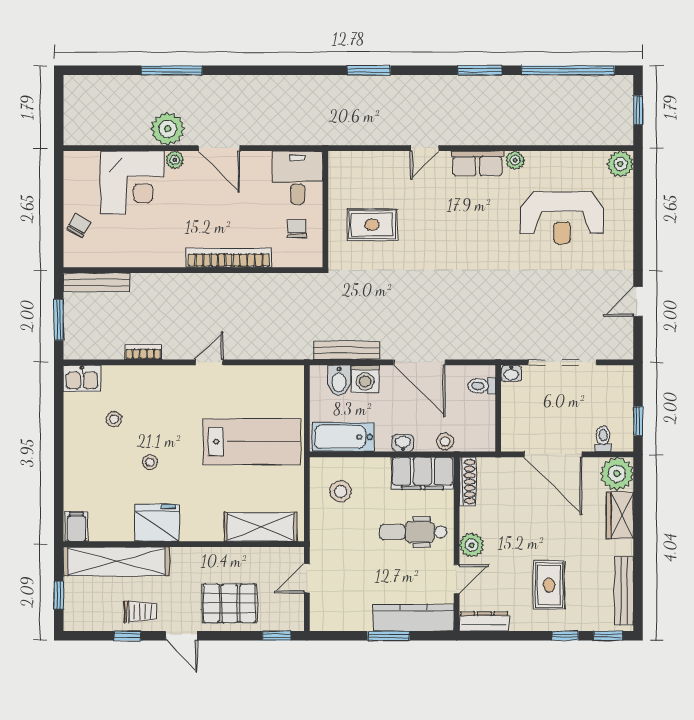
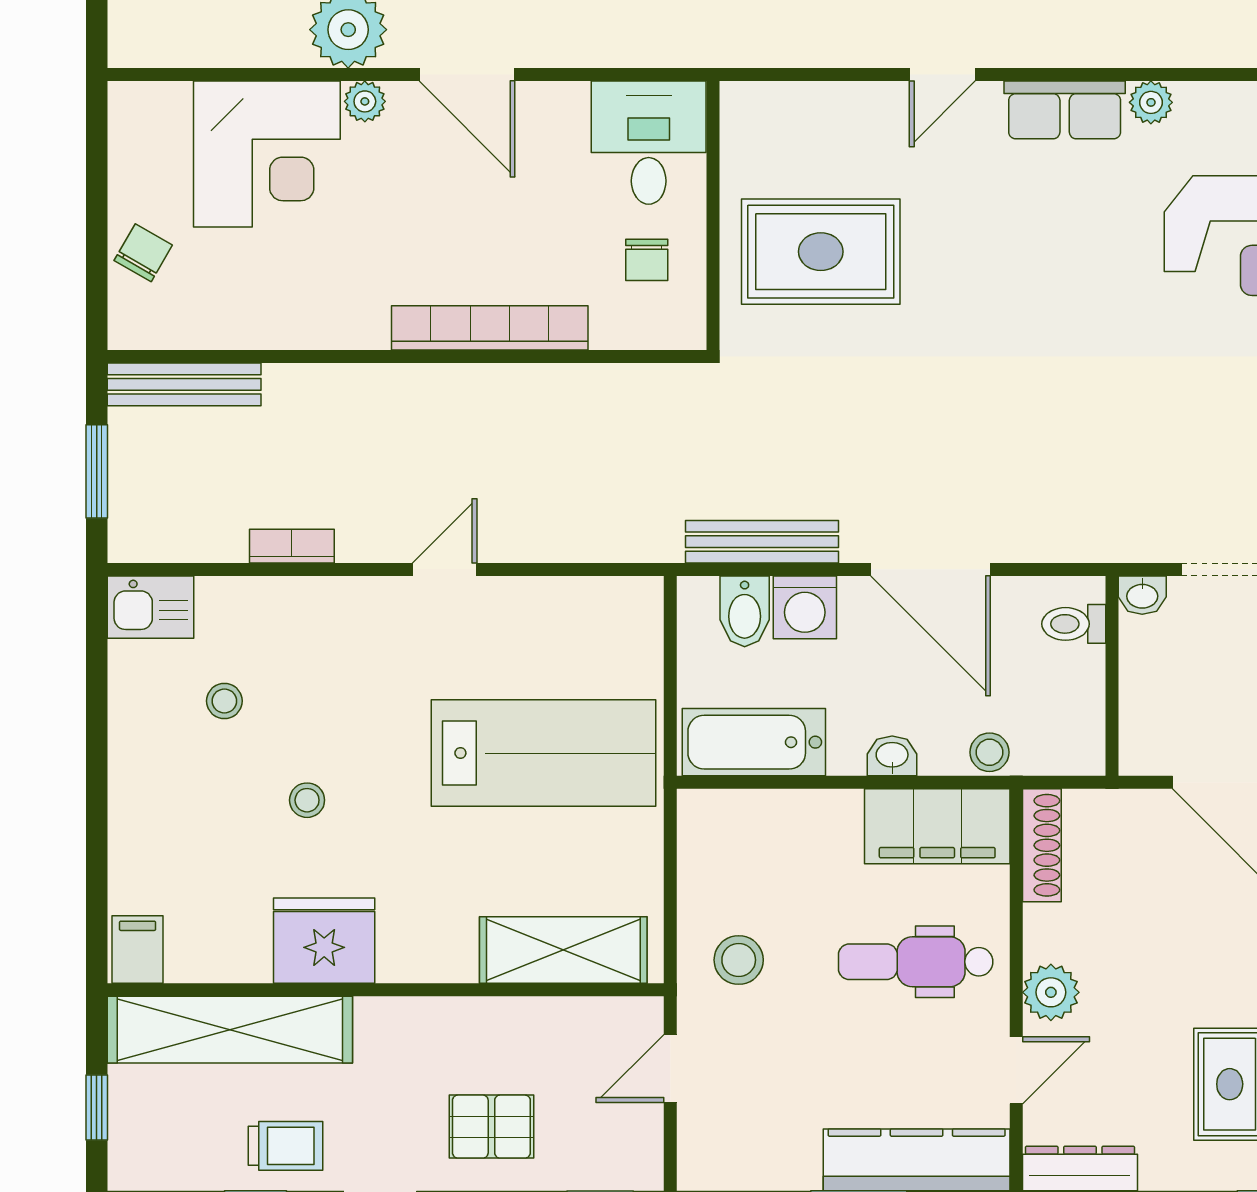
rug: (372, 225) -> (821, 252), width x1.36, depth x1.43
chair: (297, 228) -> (647, 260), turned 180
stool: (341, 491) -> (739, 960), moved
pallet: (230, 603) -> (491, 1127), width x0.67, depth x0.71

